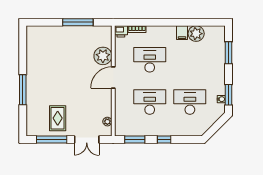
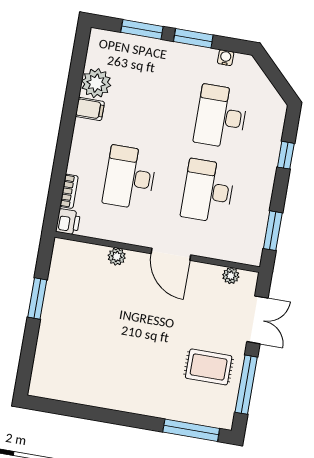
window: (78, 22) -> (37, 298), width x0.69
plant: (103, 56) -> (117, 257), width x0.53, depth x0.53
door: (113, 77) -> (171, 254), moved
window: (23, 90) -> (191, 430), moved
window: (228, 95) -> (193, 38), moved
window: (164, 140) -> (286, 155), moved

